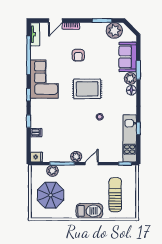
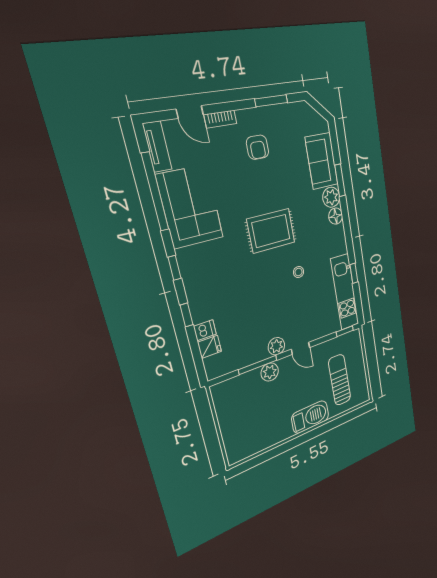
door: (55, 20) -> (190, 112), hinge flipped
plant: (114, 30) -> (294, 117), removed
armchair: (78, 55) -> (258, 147), moved
corner sofa: (44, 79) -> (190, 207), moved
fridge: (37, 157) -> (209, 347), moved
door: (92, 164) -> (300, 348), swing flipped
plant: (52, 171) -> (270, 372), moved
parasol: (51, 195) -> (251, 419), removed

